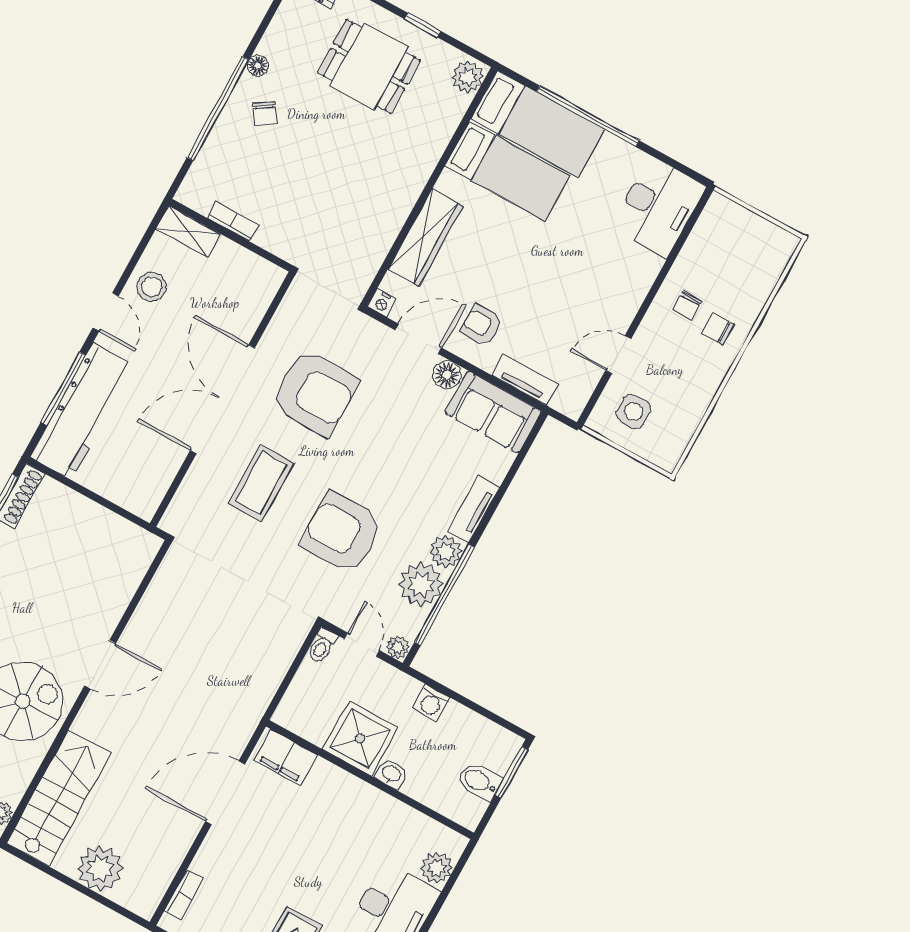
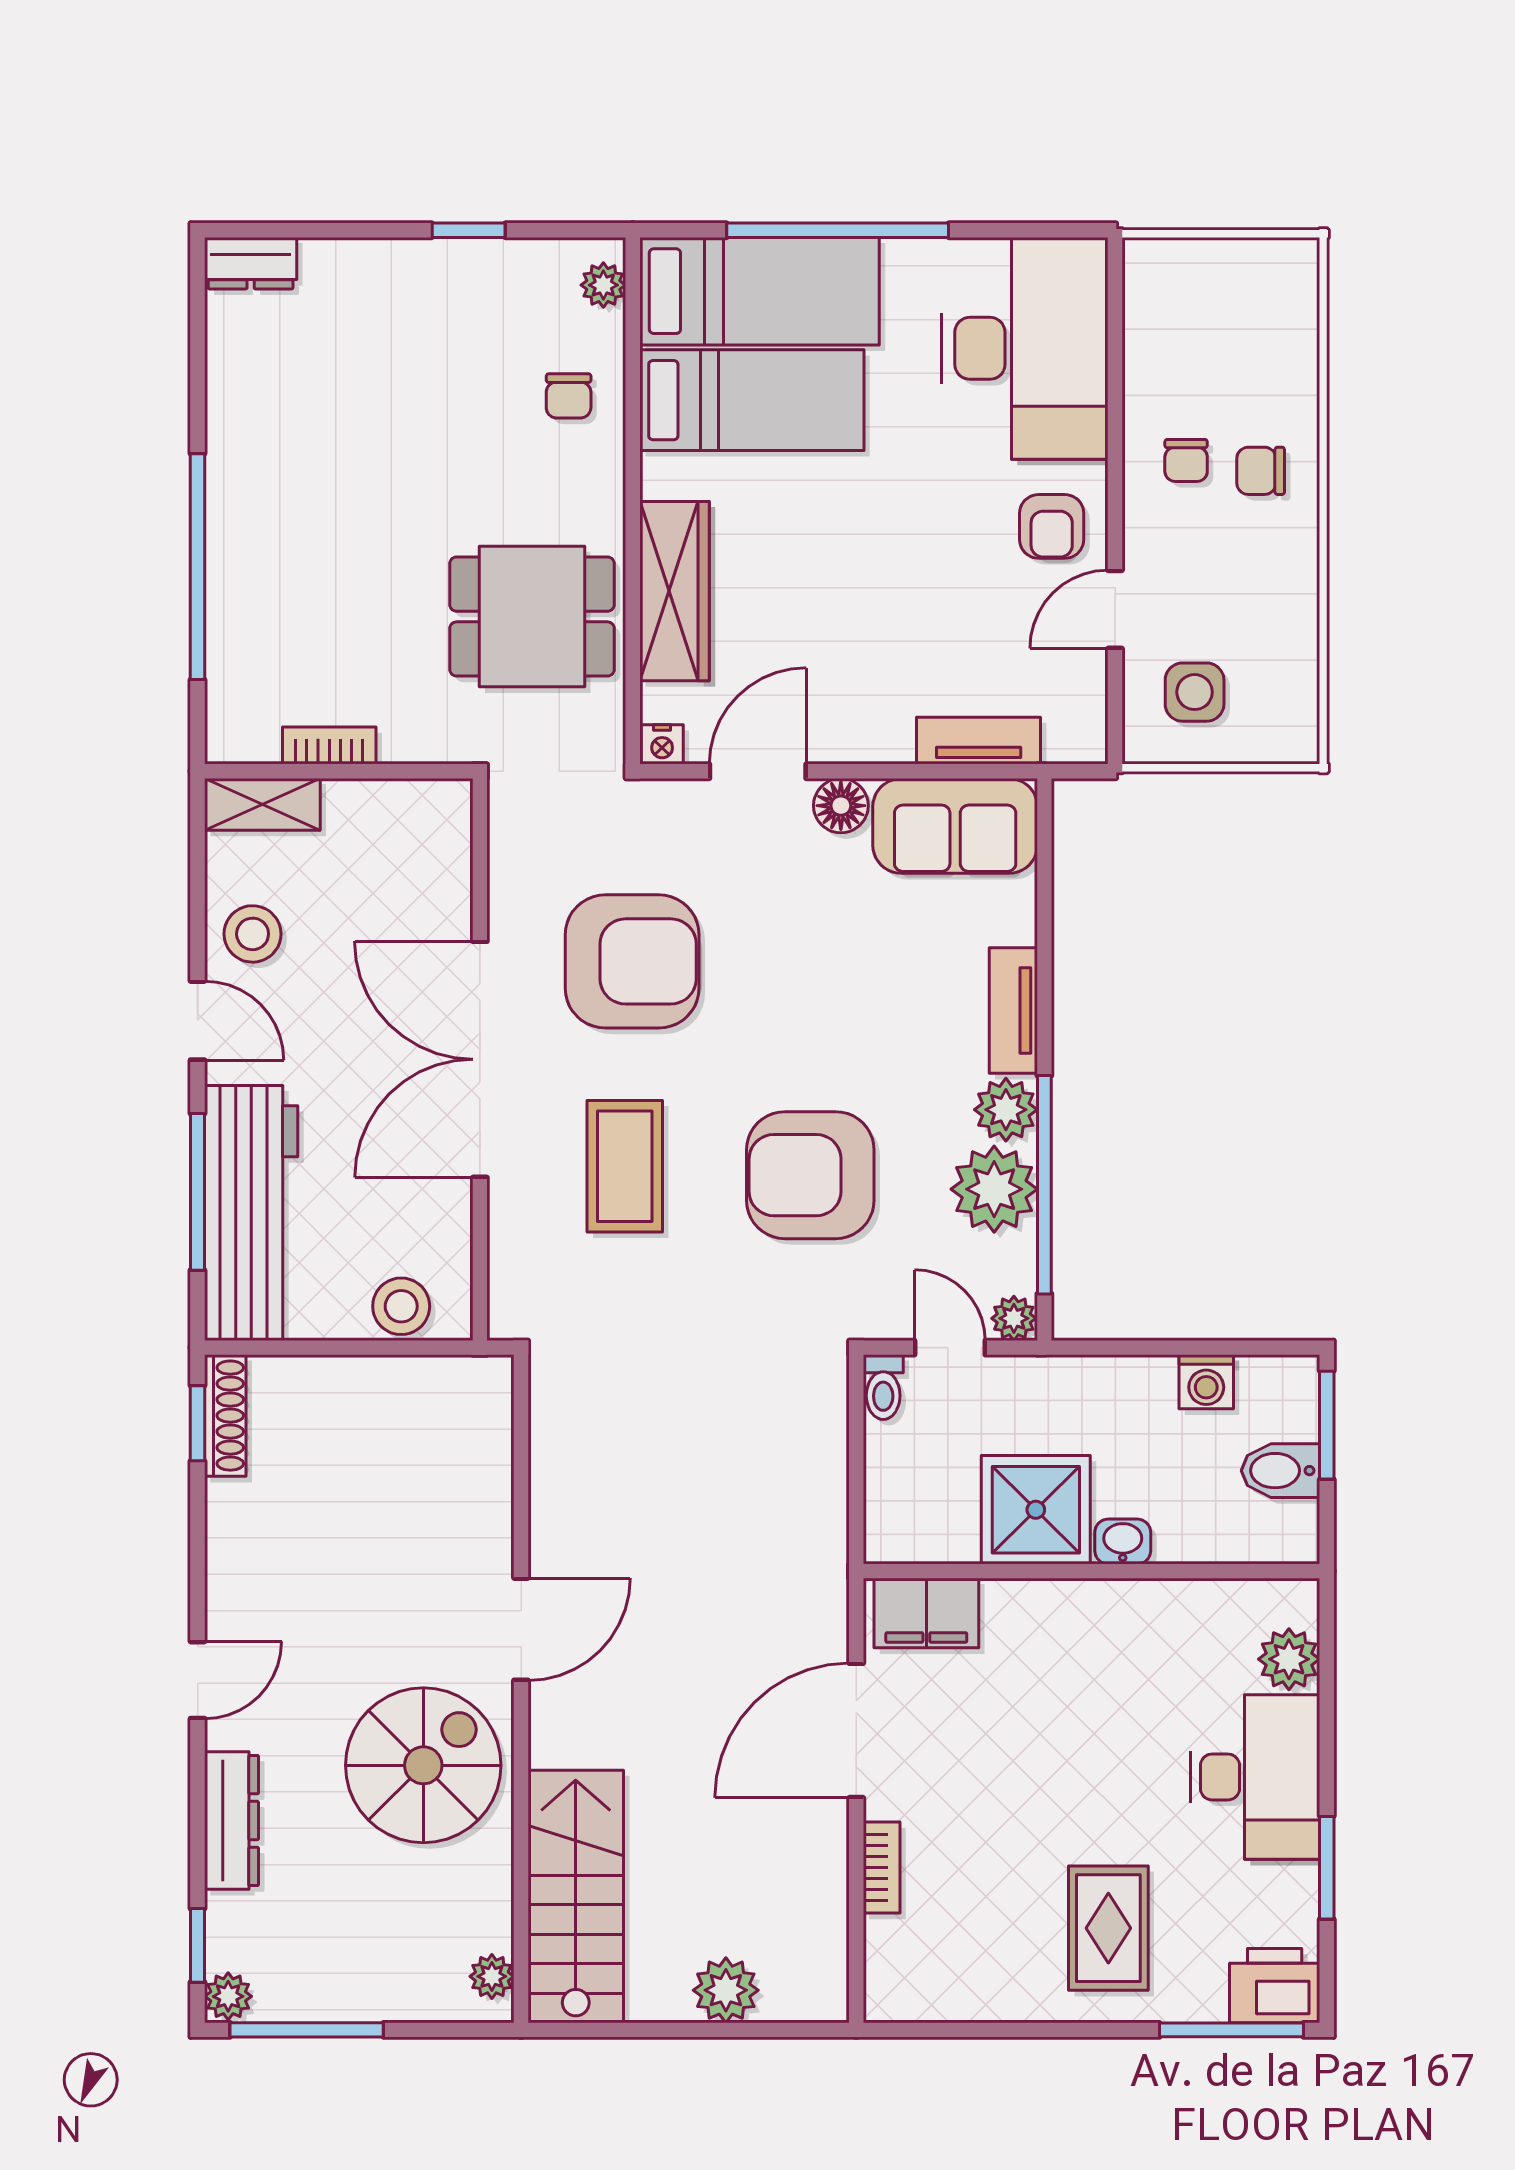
floor lamp: (258, 66) -> (225, 455), removed
dining table: (369, 66) -> (532, 617), moved
plant: (468, 77) -> (603, 285), width x0.73, depth x0.73
chair: (265, 114) -> (569, 396), moved, turned 35
desk: (658, 207) -> (1025, 348), width x1.36, depth x1.30
armchair: (482, 325) -> (1052, 526), moved, turned -90
stool: (126, 490) -> (401, 1306), added
washing machine: (431, 703) -> (1206, 1382), moved
plant: (100, 869) -> (726, 1990), width x0.73, depth x0.73
bookcase: (184, 894) -> (882, 1868), moved

